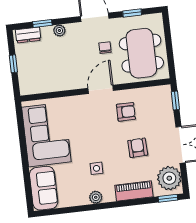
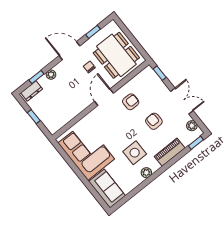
side table: (97, 168) -> (135, 153), width x1.87, depth x1.87
plant: (169, 178) -> (192, 126), width x0.53, depth x0.53

